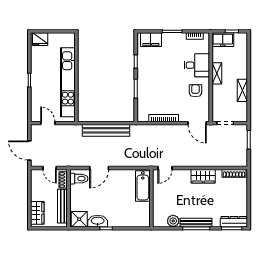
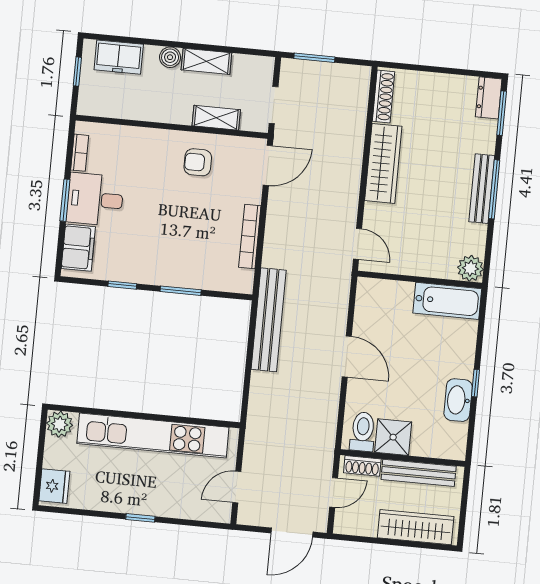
plant: (69, 39) -> (60, 424), added
freezer: (223, 40) -> (119, 57), moved, turned 90
desk: (197, 65) -> (95, 200), moved, turned -90
shelving: (217, 73) -> (216, 118), moved
boiler: (243, 73) -> (170, 57), added
bench: (106, 130) -> (269, 320), moved
door: (99, 168) -> (347, 356), moved
wardrobe: (203, 176) -> (383, 163), width x1.50
bathtub: (143, 186) -> (447, 301), moved
wardrobe: (37, 213) -> (416, 527), width x1.50
shower: (79, 219) -> (393, 437), moved
plant: (173, 221) -> (470, 268), moved
dresser: (234, 222) -> (489, 98), width x0.70

